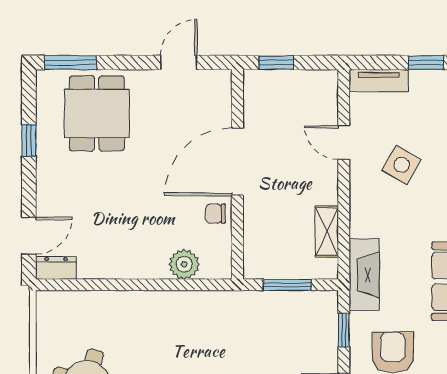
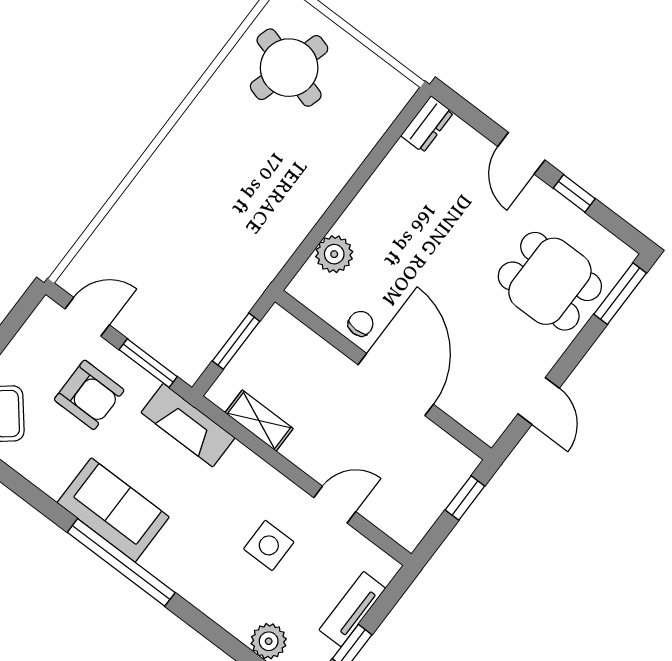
tv unit: (379, 81) -> (352, 609), moved
side table: (402, 165) -> (269, 545), turned -30
door: (29, 236) -> (521, 153), moved
window: (344, 330) -> (148, 363), width x1.50

